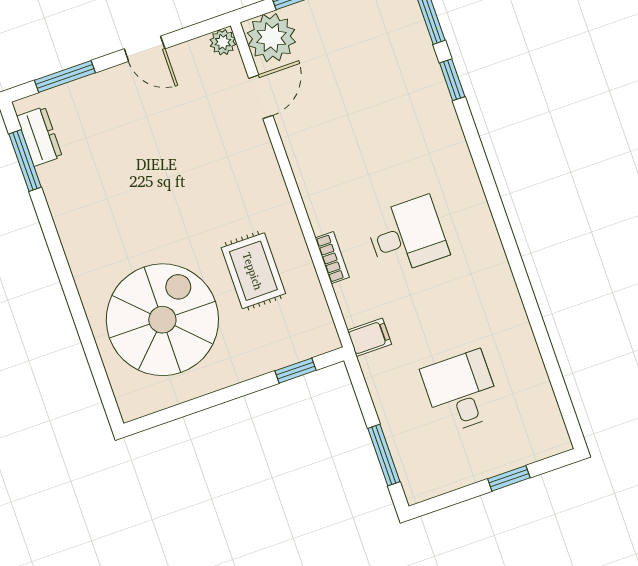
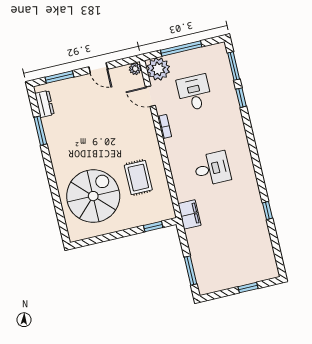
door: (261, 97) -> (150, 96), swing flipped
window: (25, 160) -> (40, 131), moved
bookcase: (332, 258) -> (165, 127), moved
window: (533, 312) -> (268, 211), added
filing cabinet: (369, 337) -> (189, 214), width x2.00
desk: (461, 392) -> (194, 93), moved

